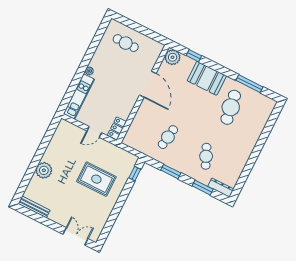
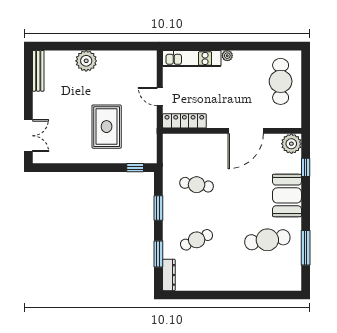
cafe table: (126, 43) -> (281, 81), width x1.37, depth x1.35
locker: (117, 128) -> (184, 121), width x1.53

